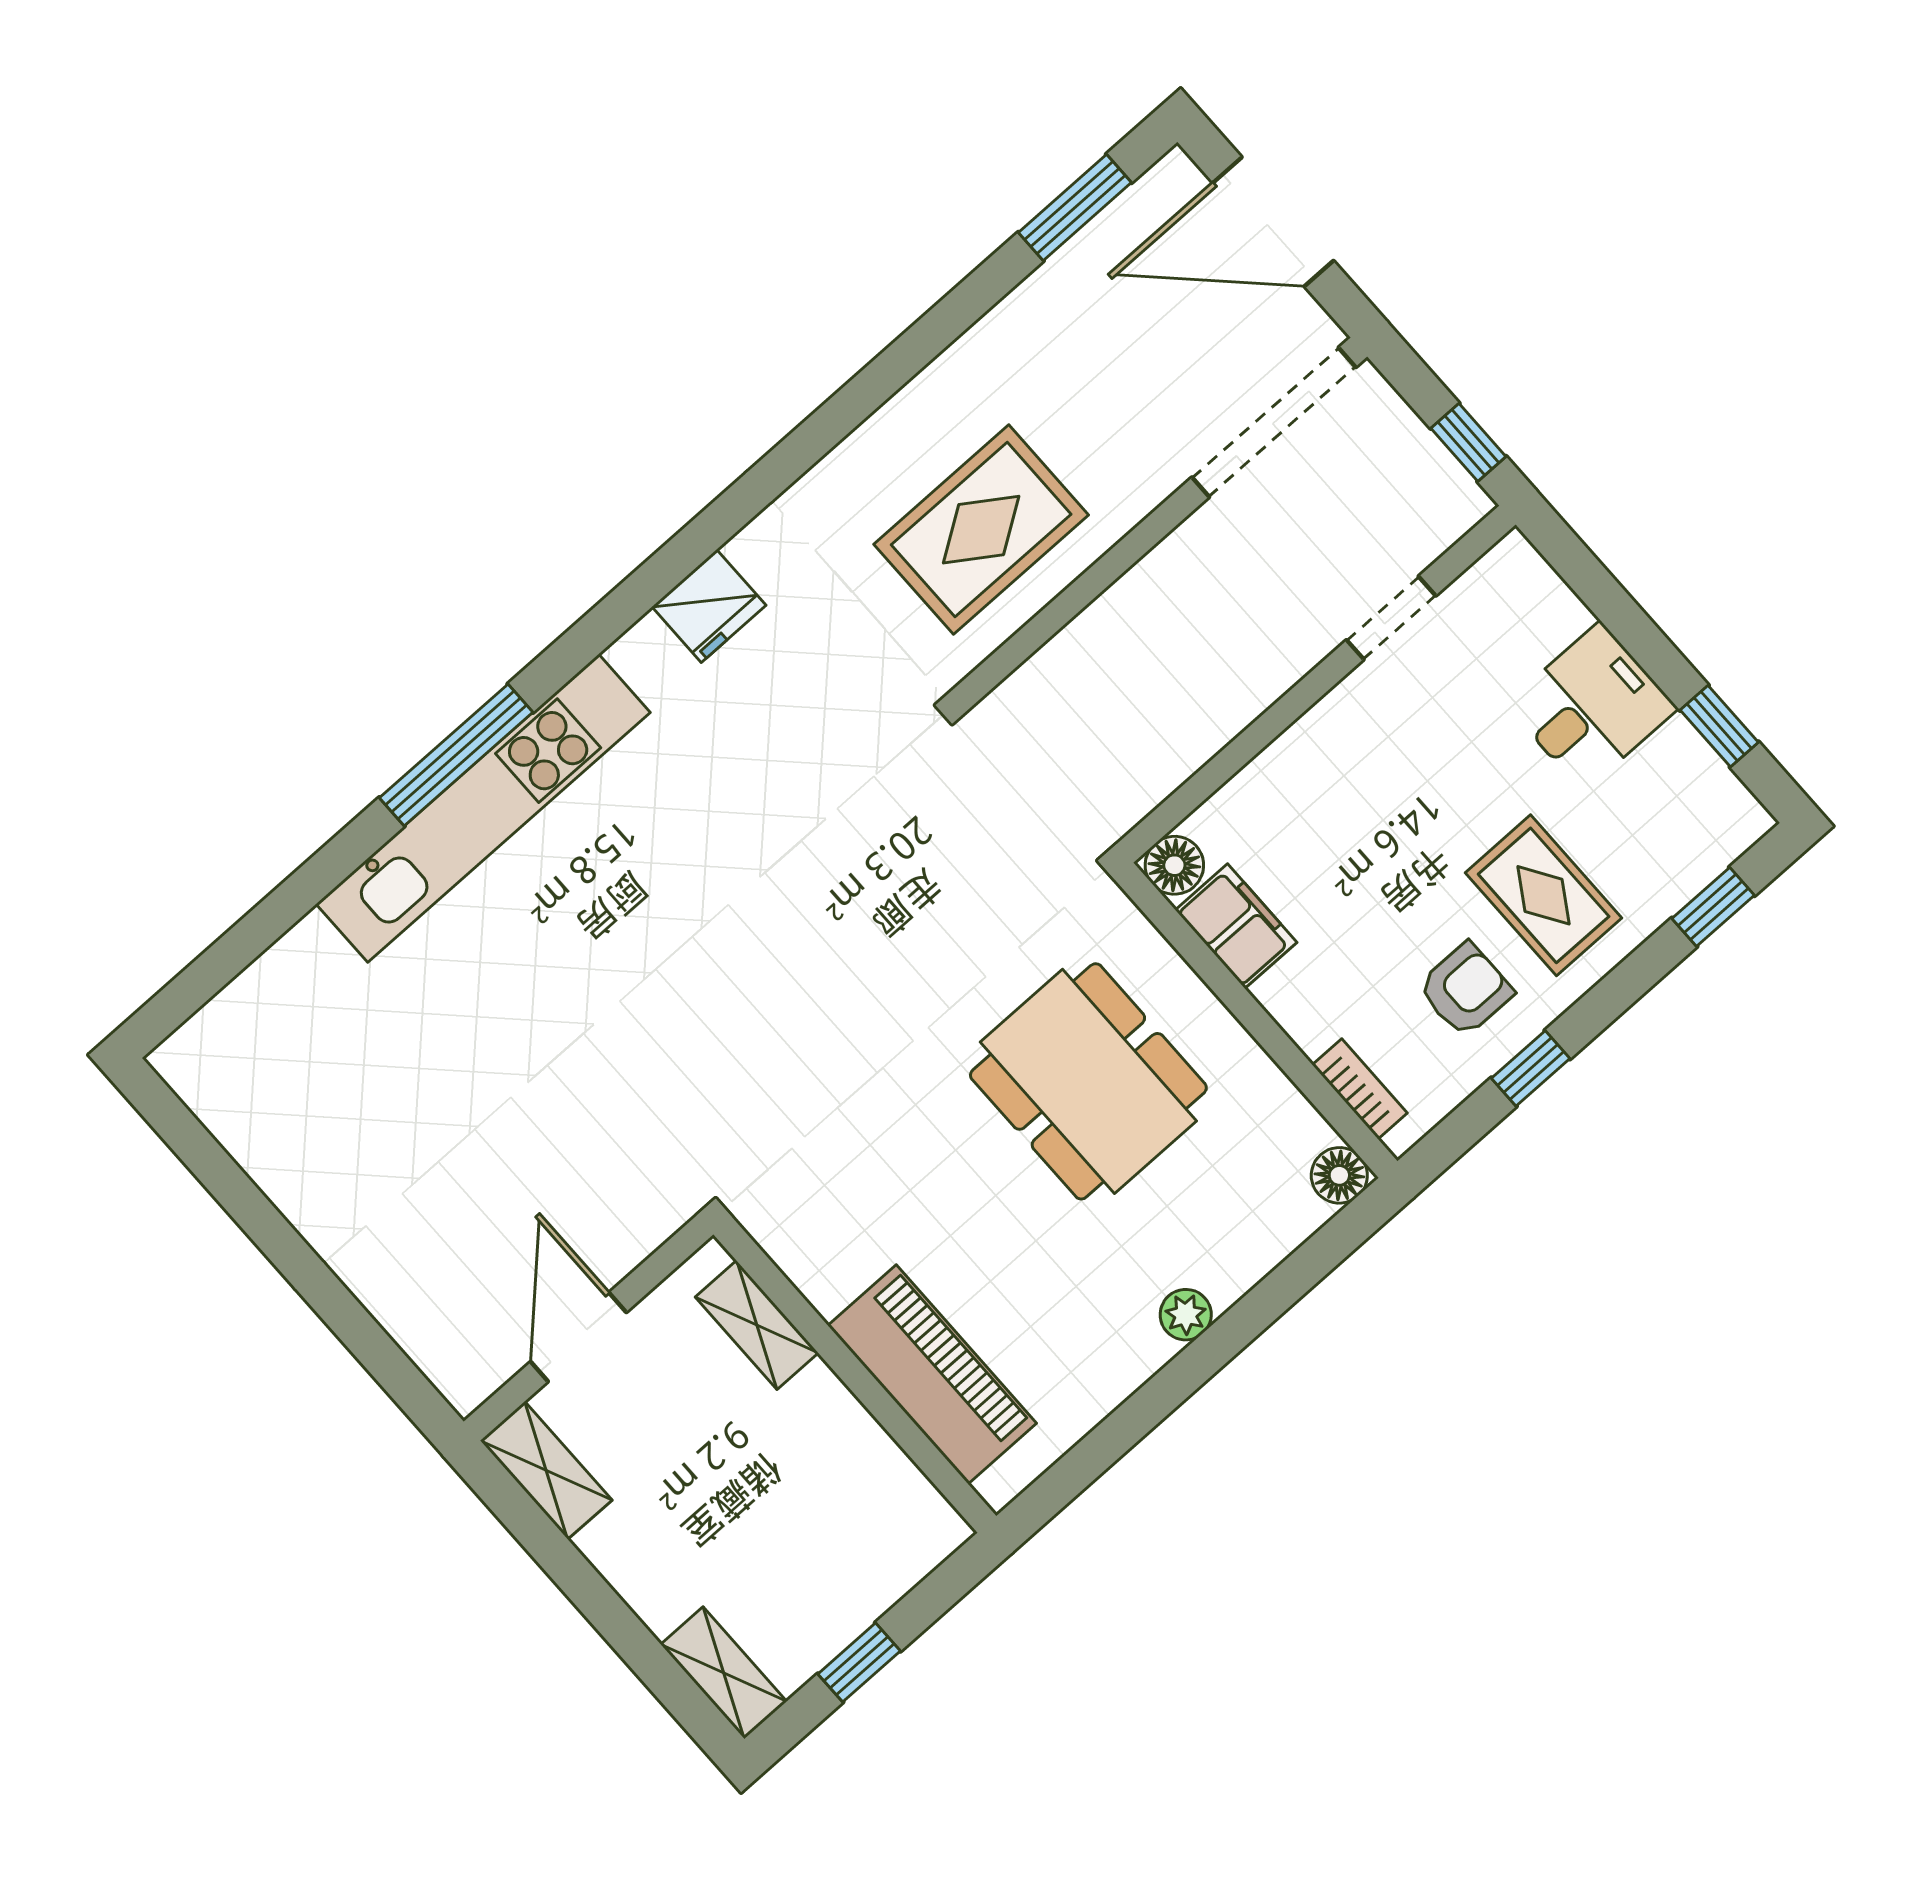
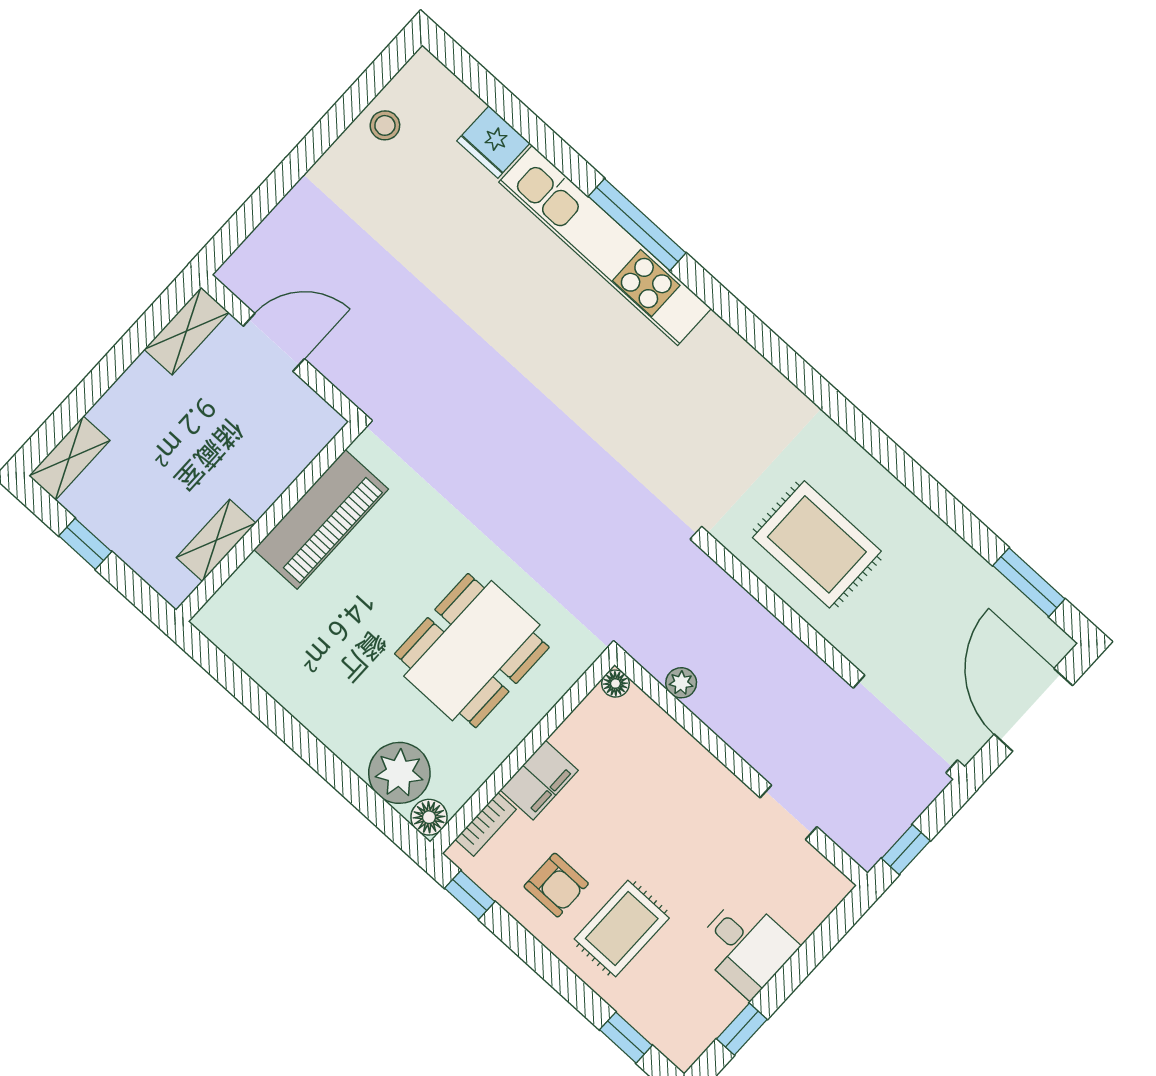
fridge: (709, 606) -> (493, 142), moved
plant: (1173, 763) -> (681, 683), added
floor lamp: (1174, 865) -> (615, 684), width x0.73, depth x0.73
filing cabinet: (1236, 926) -> (539, 780), moved
window: (1531, 1068) -> (470, 895), moved
stool: (261, 1129) -> (385, 125), added
plant: (1186, 1315) -> (399, 773), moved, width x1.87, depth x1.87
shelving: (757, 1325) -> (216, 540), moved
piano: (932, 1374) -> (321, 519), moved

